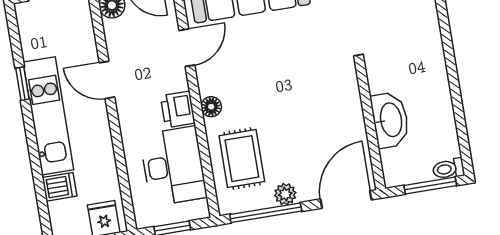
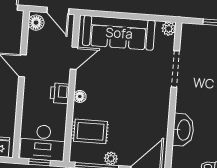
rug: (242, 159) -> (90, 131), turned 90
desk: (173, 166) -> (43, 143), moved, turned 90

